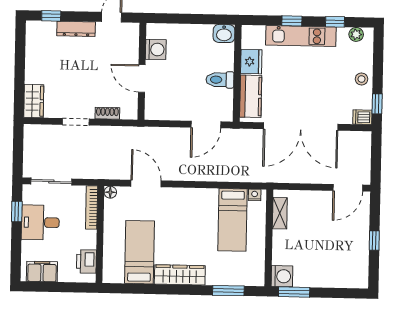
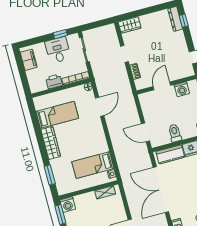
dresser: (76, 29) -> (175, 19), moved
printer: (86, 261) -> (54, 81), moved

